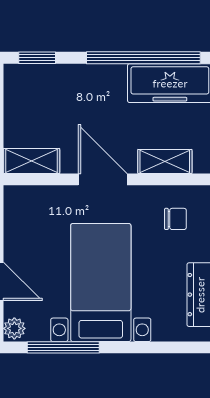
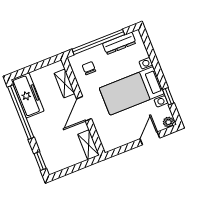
window: (63, 347) -> (168, 96), width x0.46

